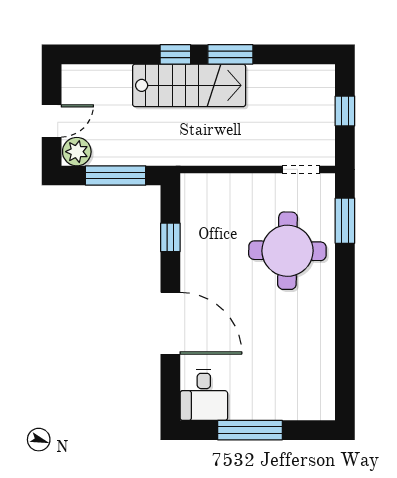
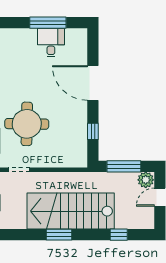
window: (175, 54) -> (119, 235), moved
stairs: (189, 85) -> (71, 211), width x1.36, depth x1.51
desk: (204, 395) -> (51, 43), moved

